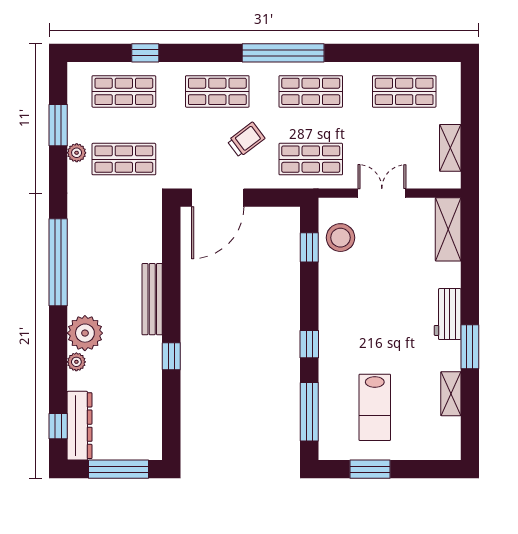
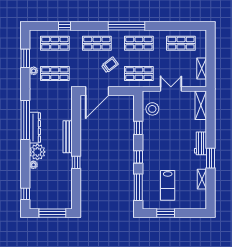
window: (309, 247) -> (138, 128), moved
dresser: (79, 426) -> (35, 128), moved

